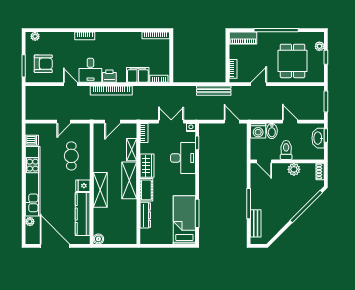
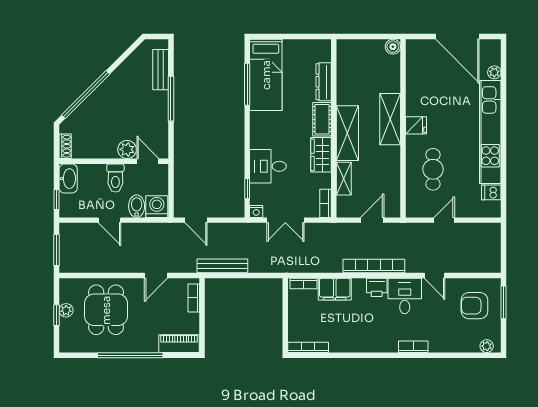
plant: (319, 46) -> (66, 310), moved
washbasin: (318, 138) -> (68, 179), moved
desk: (183, 158) -> (268, 166), width x0.73
plant: (294, 169) -> (127, 149), moved
kitchen counter: (83, 214) -> (416, 83), removed

